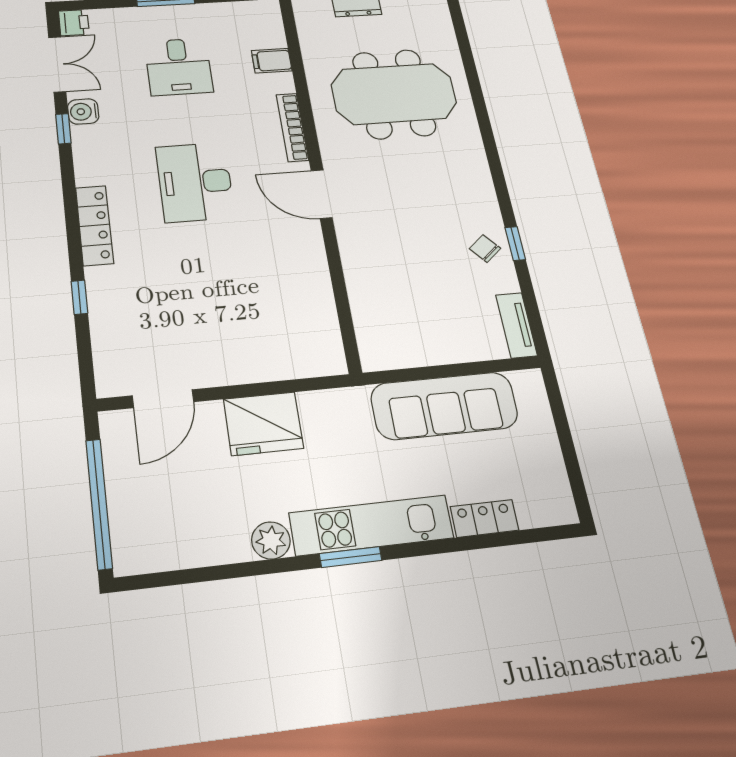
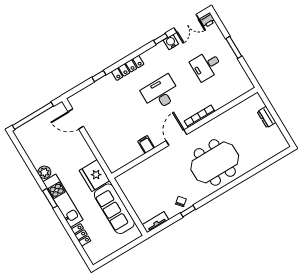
filing cabinet: (272, 61) -> (146, 144), moved
meeting table: (394, 94) -> (215, 162), moved, turned 90
fridge: (263, 424) -> (95, 175), moved

